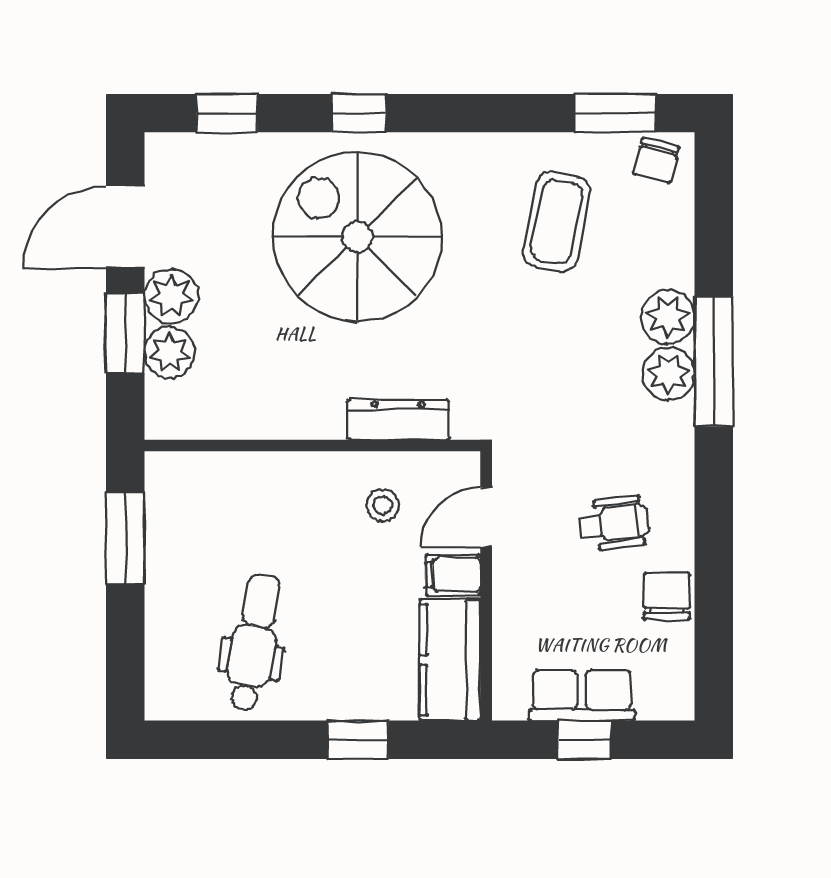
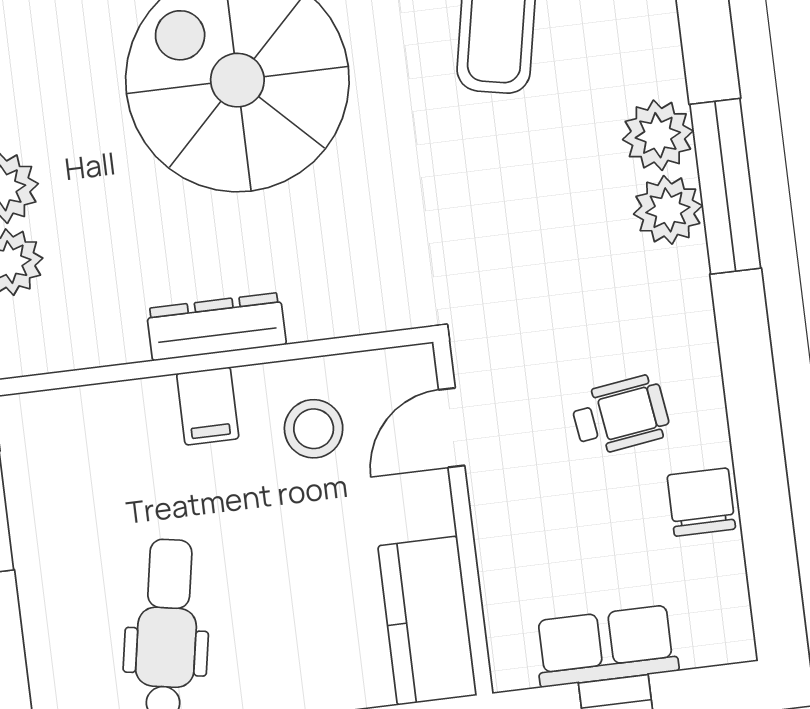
dresser: (398, 420) -> (216, 327), moved
stool: (382, 505) -> (314, 429), width x1.37, depth x1.37
filing cabinet: (453, 575) -> (208, 406), moved, turned -90

